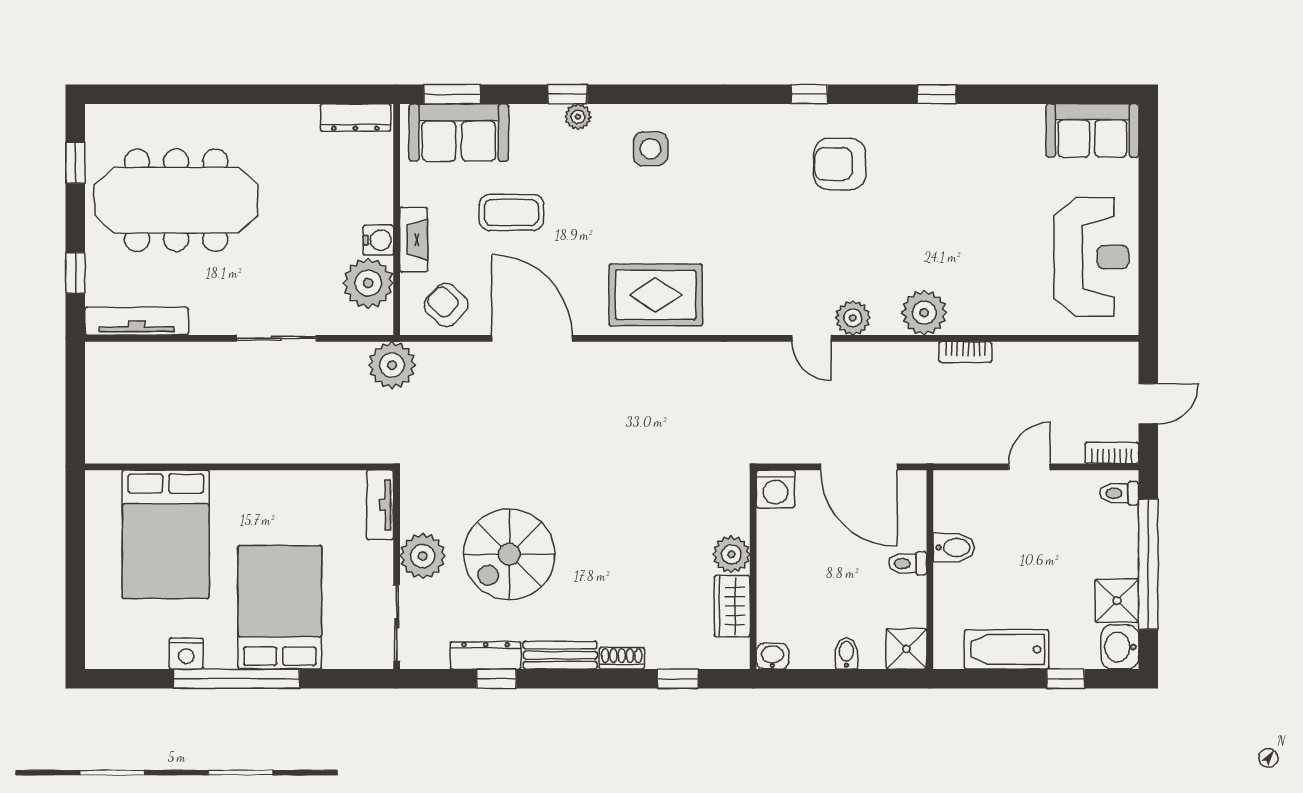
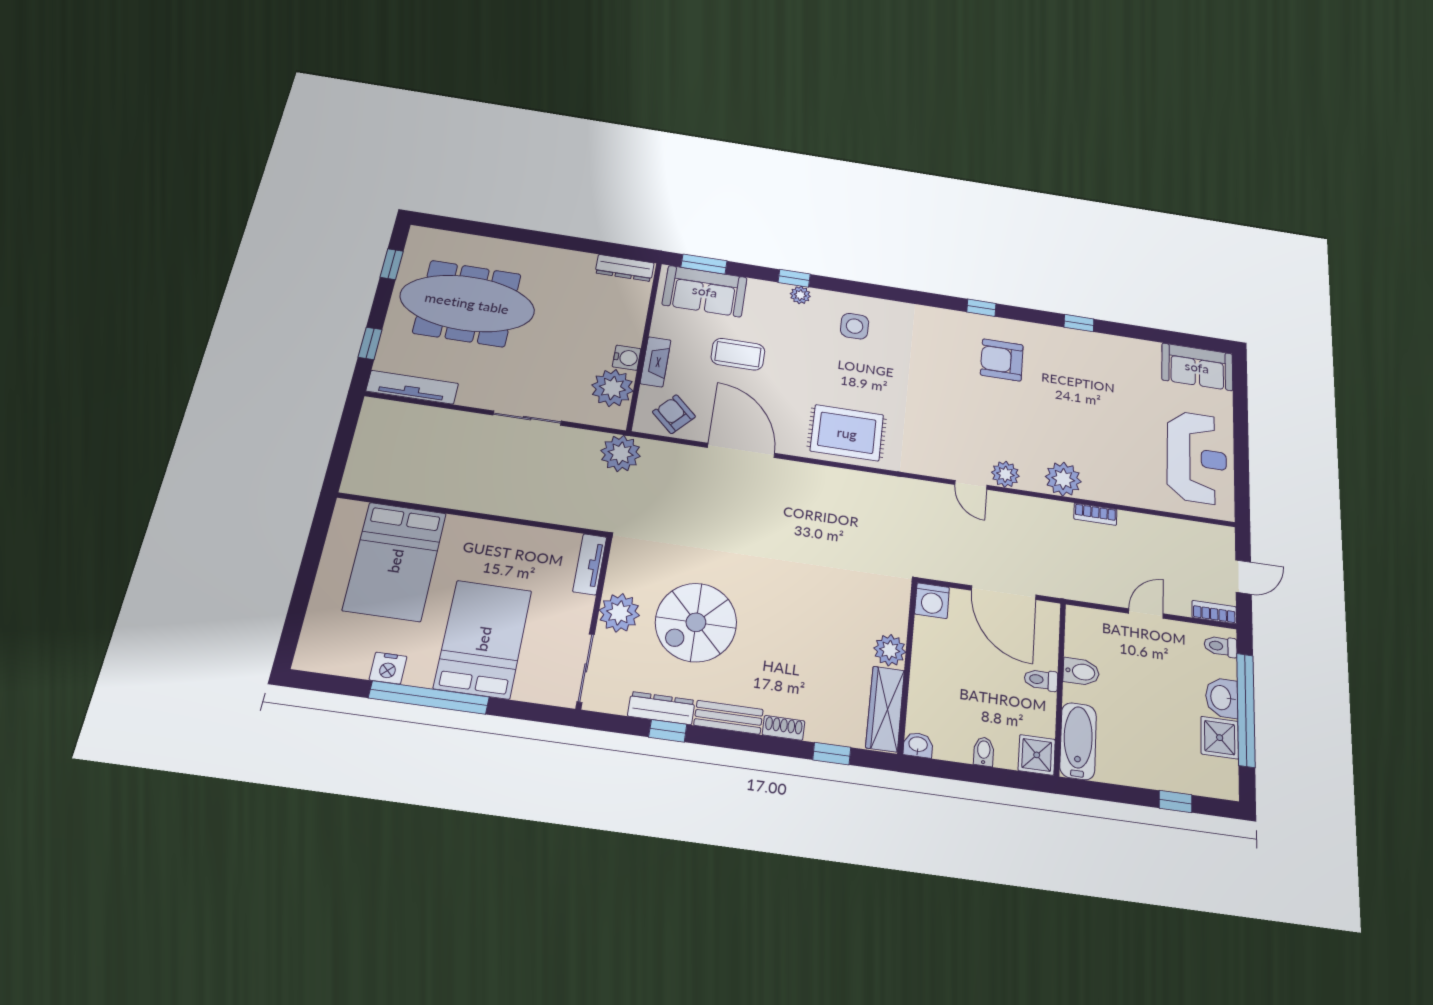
wardrobe: (732, 606) -> (885, 709), width x1.50
washbasin: (1120, 647) -> (1222, 698), moved
bathtub: (1007, 649) -> (1078, 741), moved, turned 90

